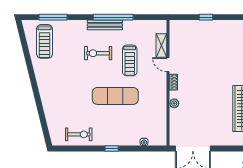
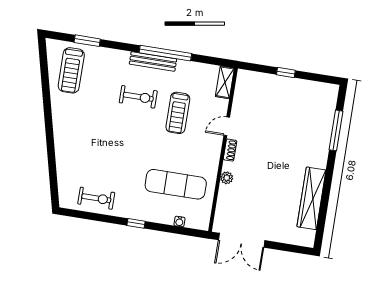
window: (53, 17) -> (87, 41), width x0.69
shelving: (161, 46) -> (225, 82), moved
exercise bike: (98, 53) -> (138, 97), turned 180
door: (168, 65) -> (227, 126), hinge flipped
exercise mat: (115, 96) -> (176, 184), moved

